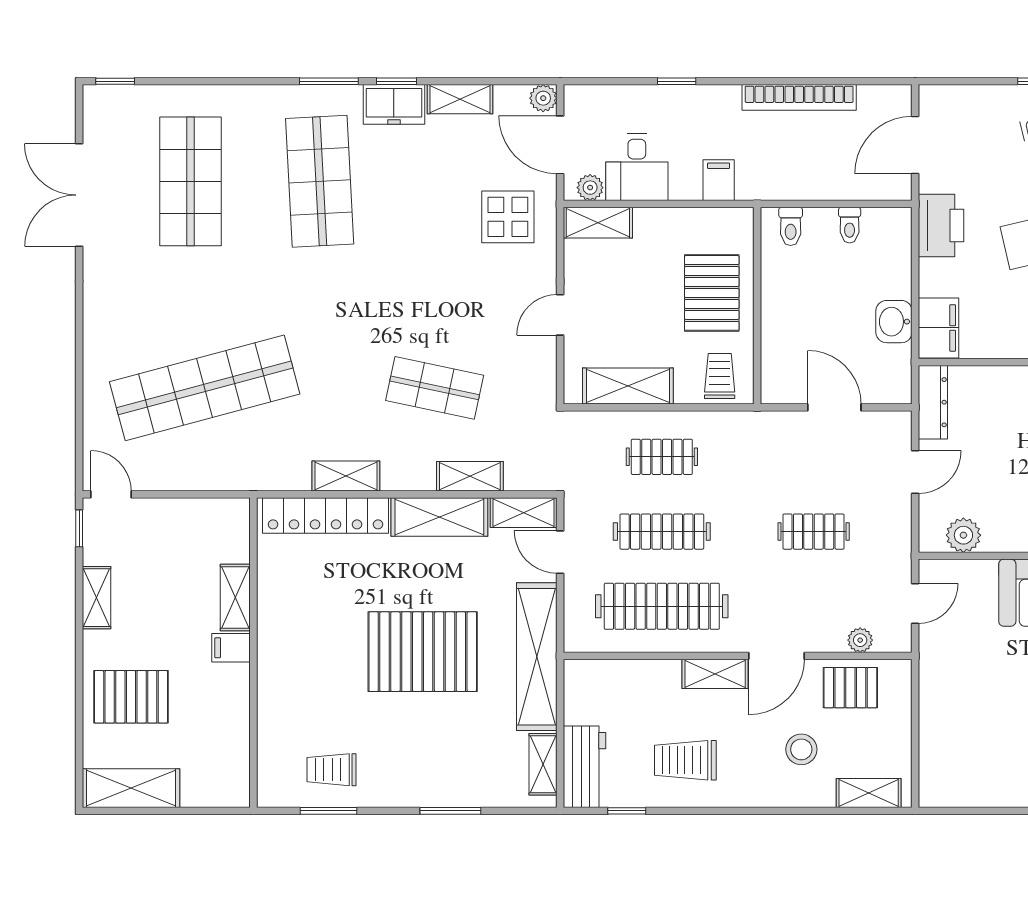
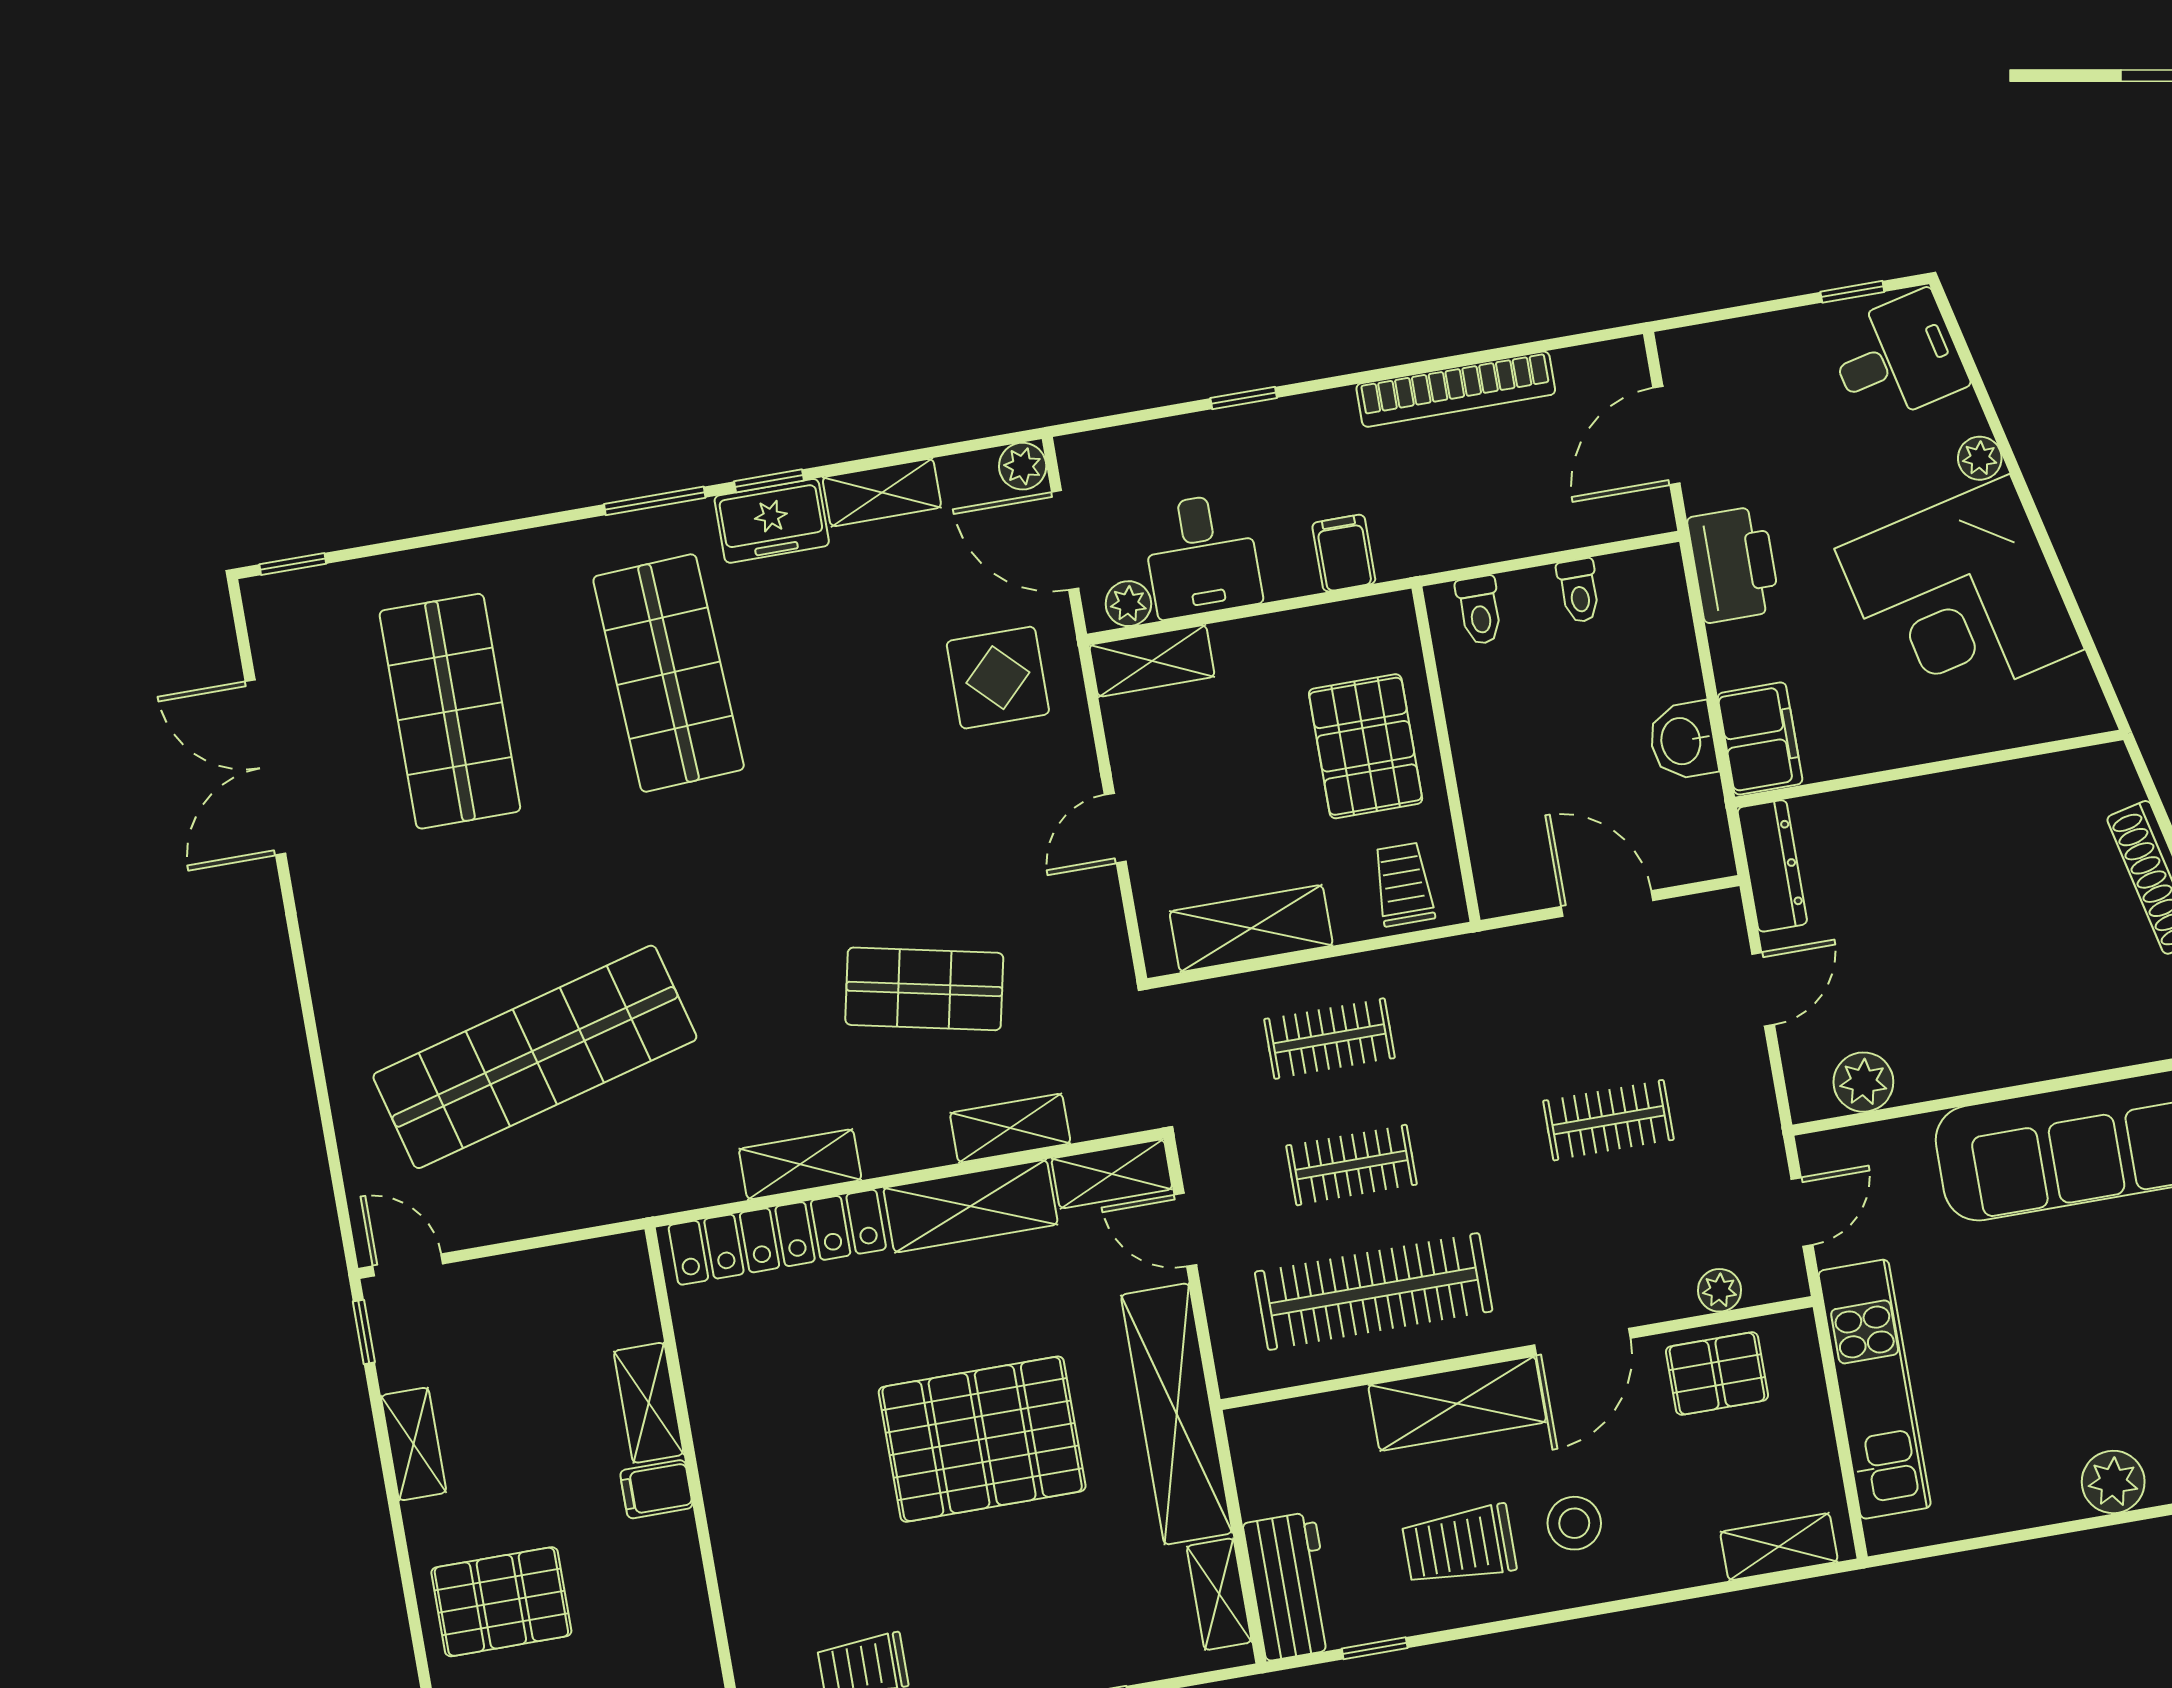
clothes rail: (662, 532) -> (1352, 1165), width x0.73
shelving: (715, 674) -> (1457, 1403), width x1.50, depth x1.33
kitchen unit: (939, 712) -> (1875, 1389), added
stool: (801, 749) -> (1574, 1523), moved

